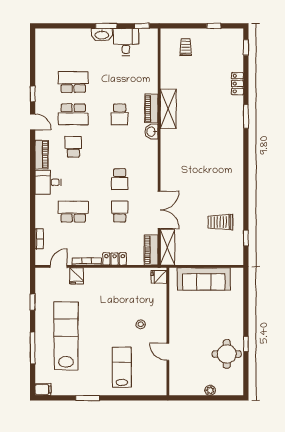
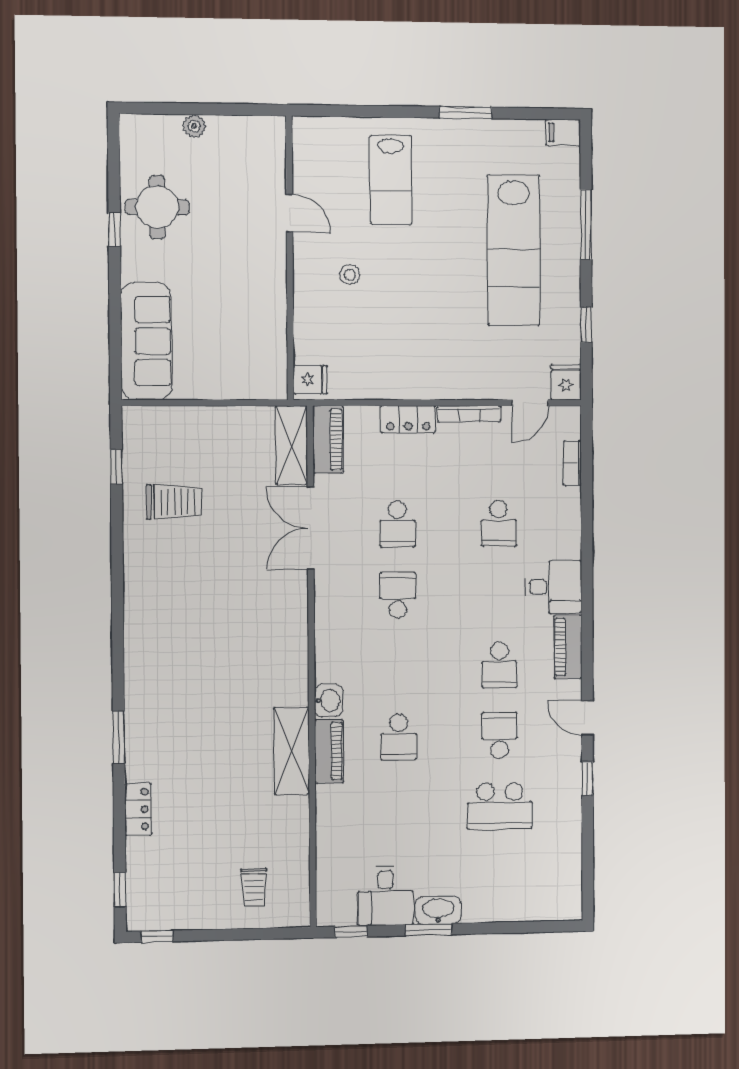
window: (214, 26) -> (157, 936), moved
school desk: (73, 114) -> (500, 735), width x0.54
school desk: (120, 114) -> (398, 737), turned 180
school desk: (73, 212) -> (499, 523), width x0.54
fridge: (77, 276) -> (566, 382), moved
sofa: (204, 279) -> (146, 341), moved, turned 90

